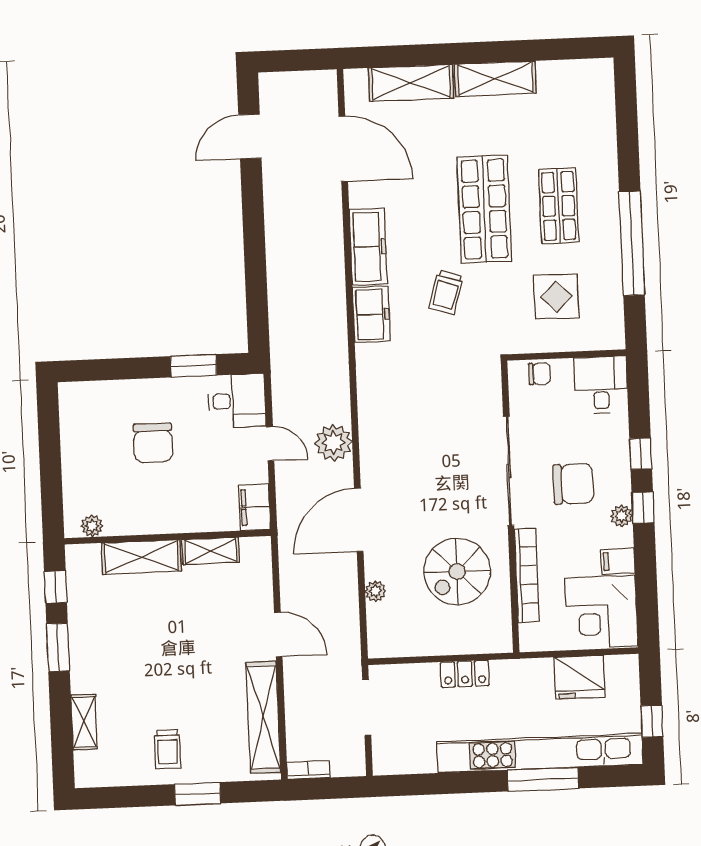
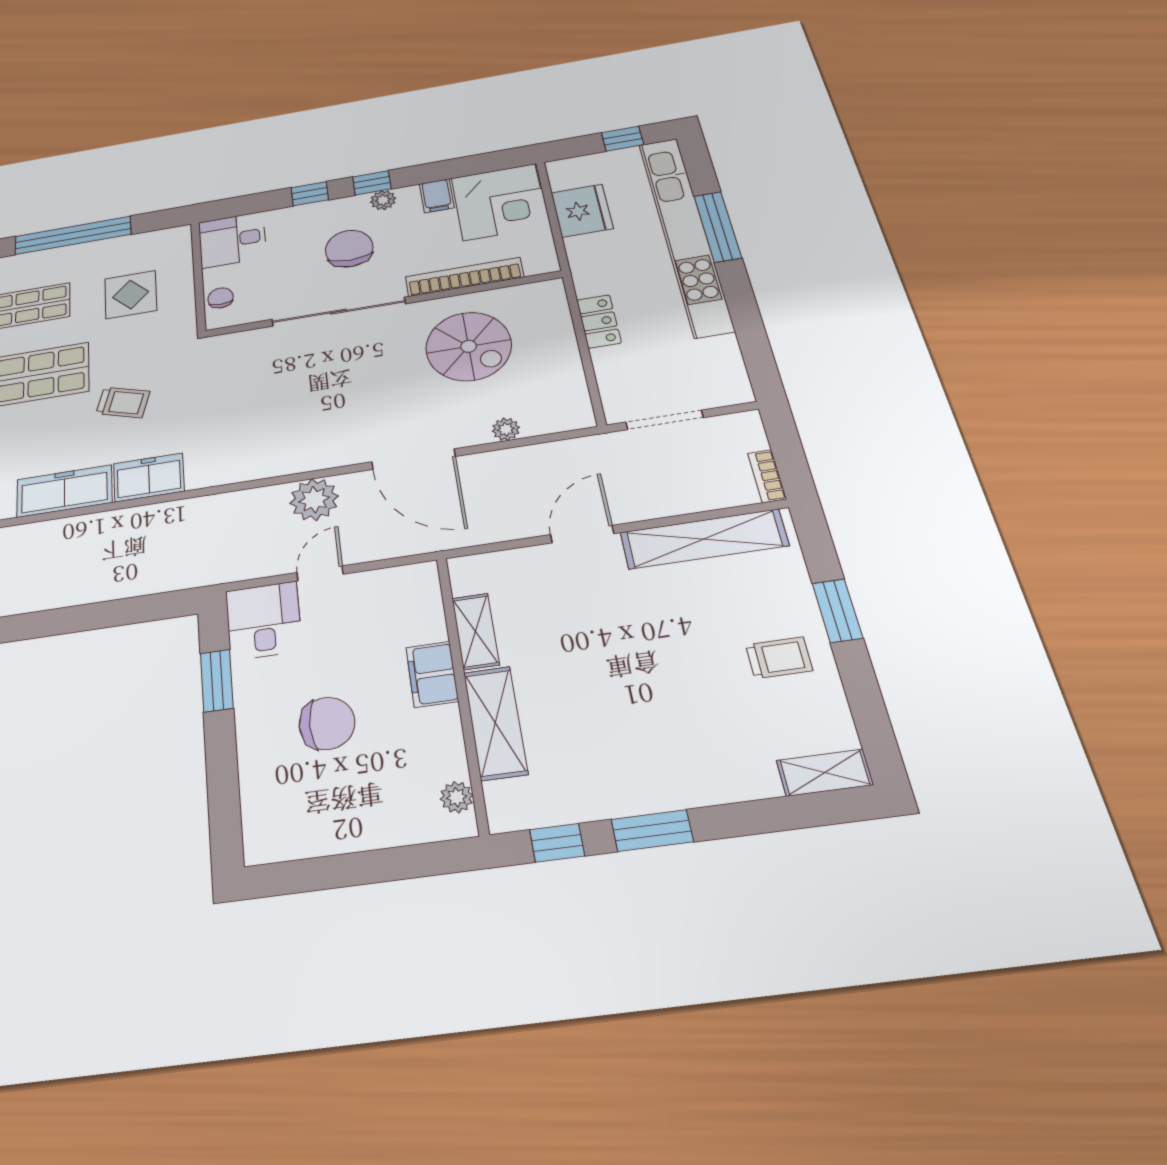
filing cabinet: (254, 507) -> (432, 674), moved, turned 90
shelving: (84, 722) -> (825, 773), moved

